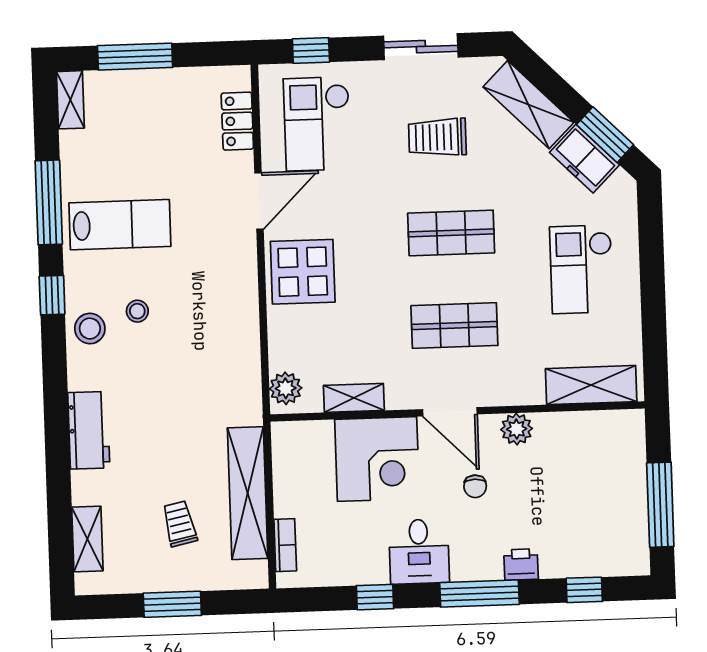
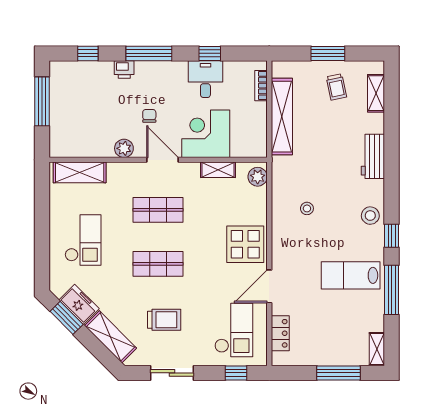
stool: (137, 311) -> (307, 208), moved
trolley: (180, 524) -> (336, 87), moved
desk: (419, 552) -> (205, 79), moved

